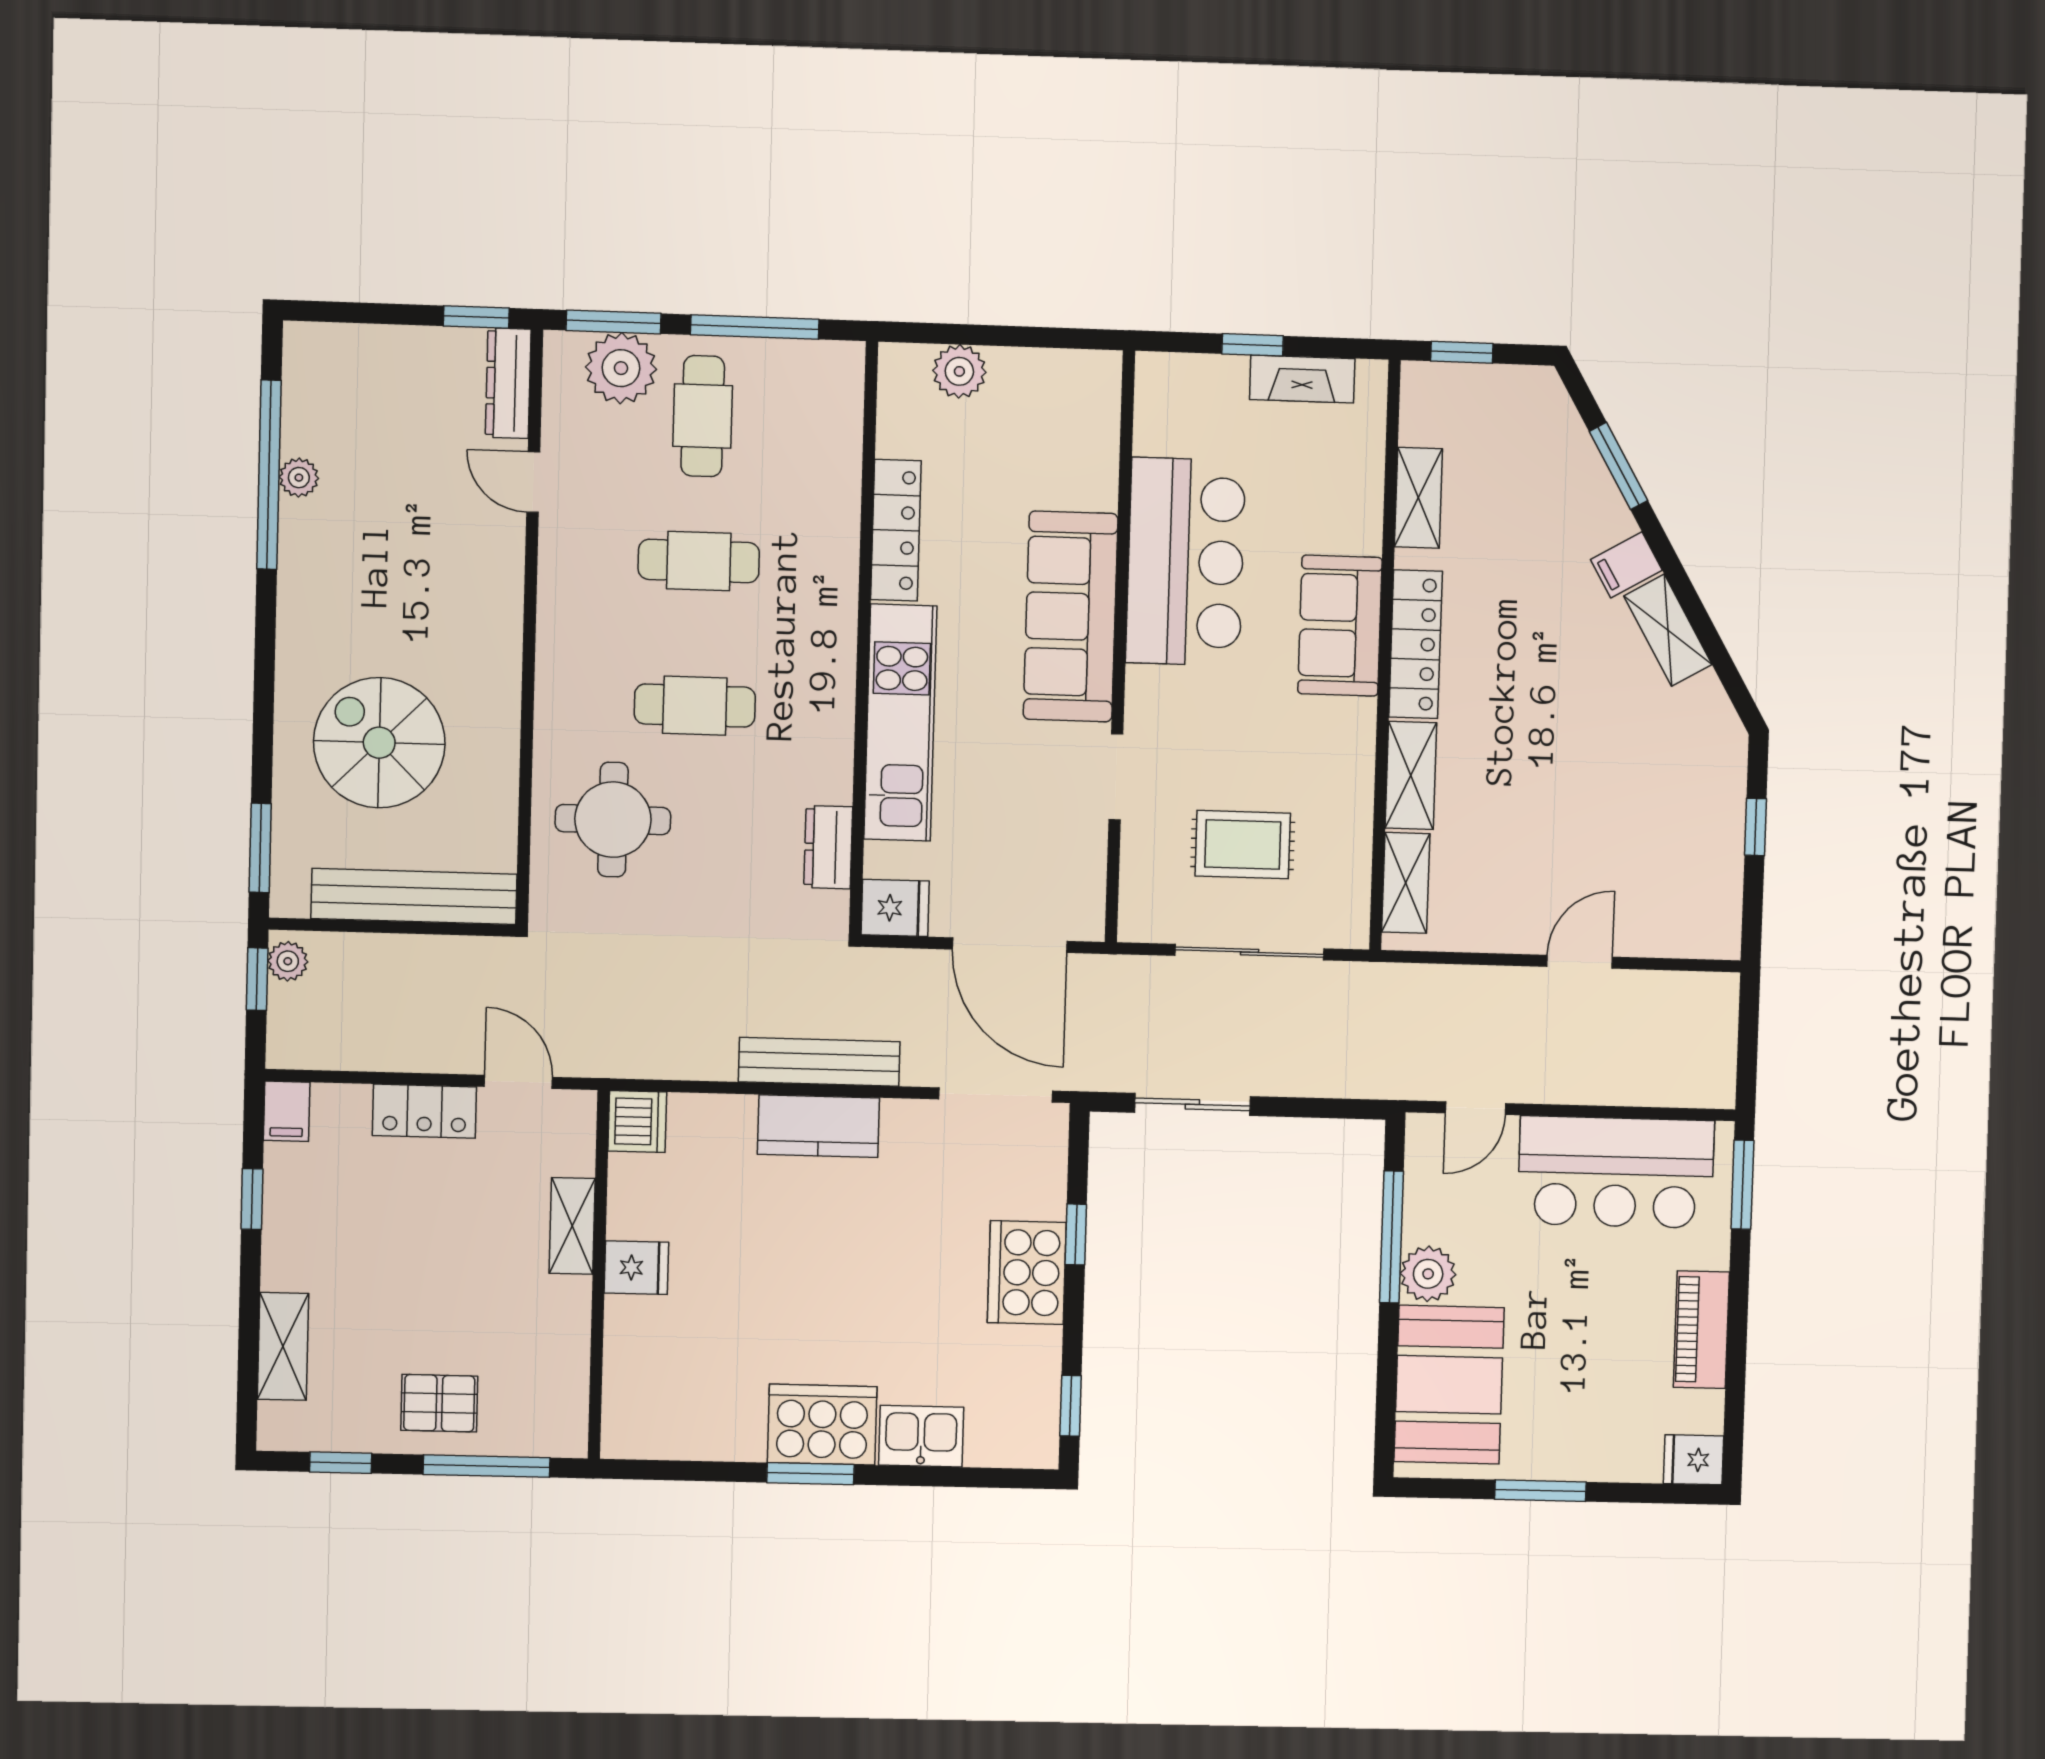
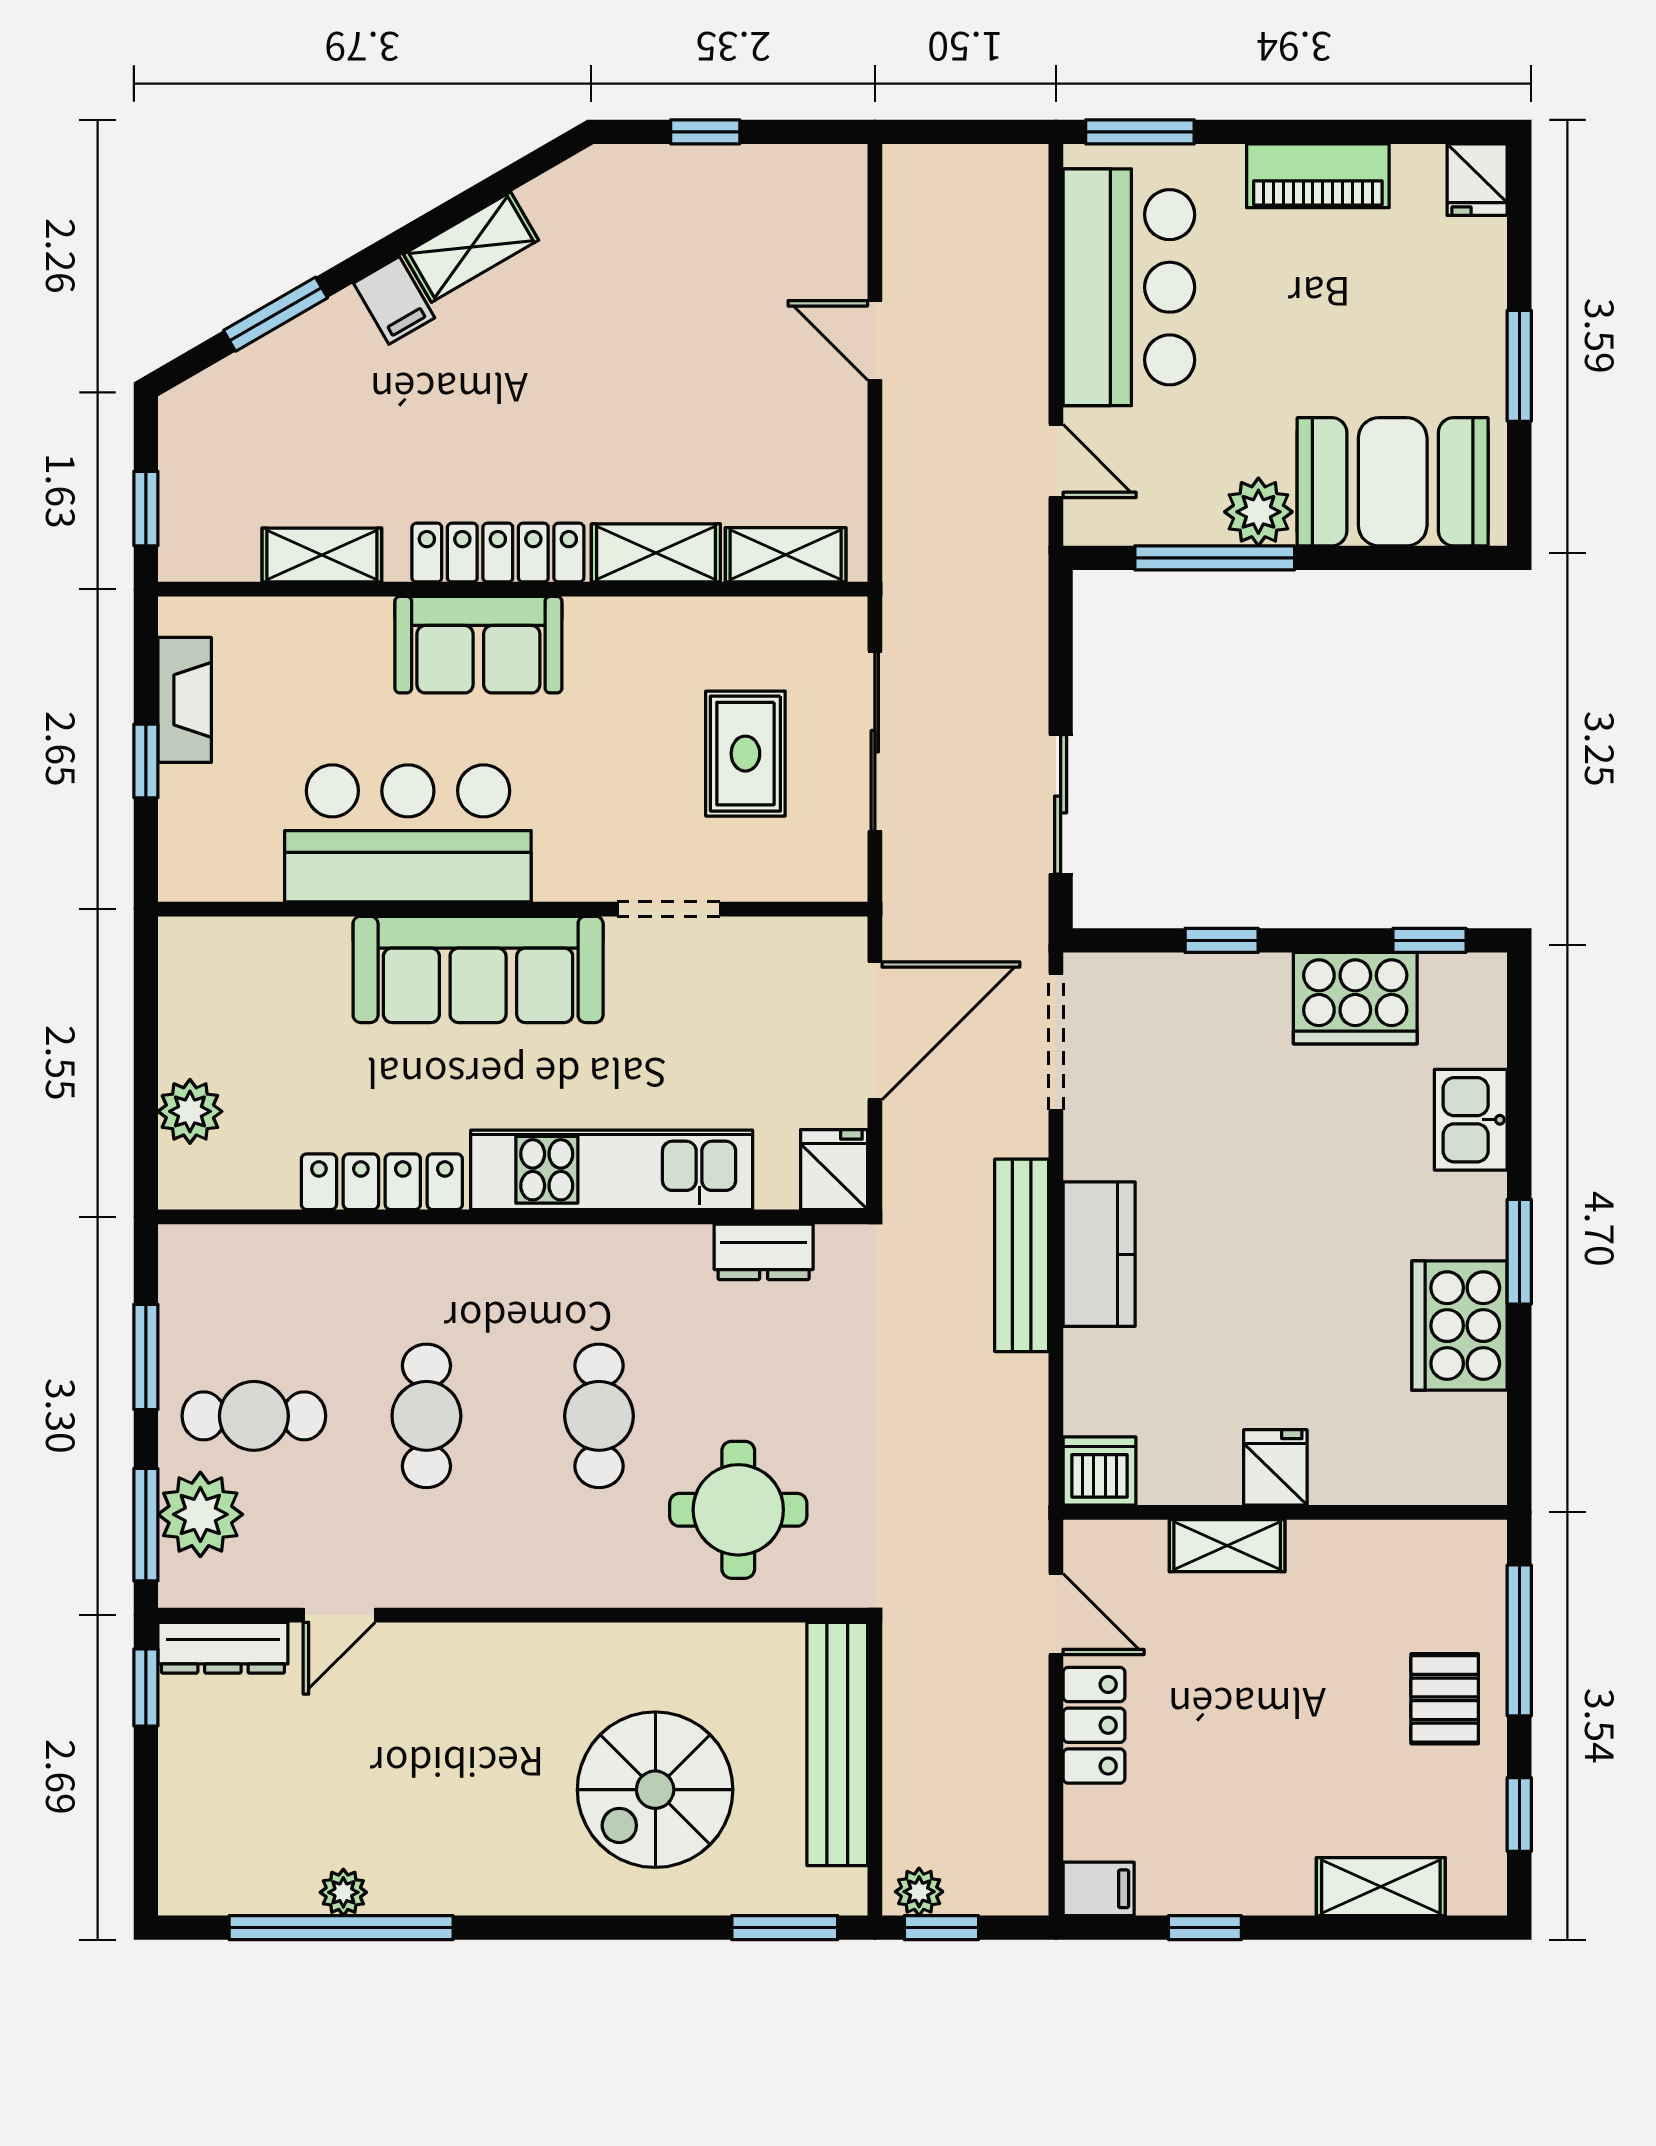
window: (755, 327) -> (146, 1357), width x0.69
door: (518, 1082) -> (1056, 1614), swing flipped
cooker: (1027, 1273) -> (1355, 998), moved
cooker: (822, 1425) -> (1459, 1326), moved

